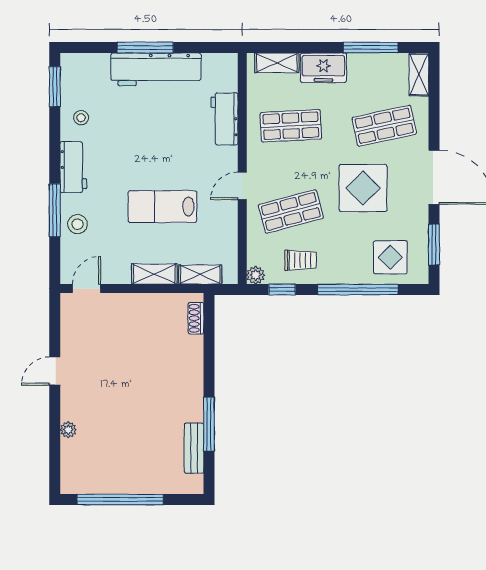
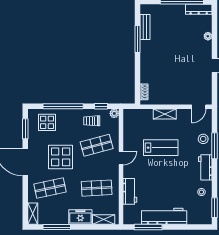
window: (145, 48) -> (148, 227), moved
shelving: (200, 275) -> (142, 114), removed
dresser: (86, 484) -> (199, 9), added

